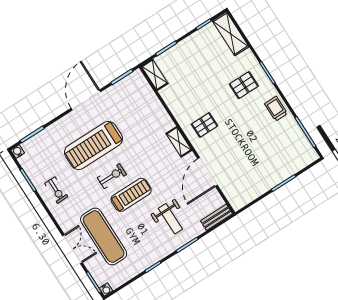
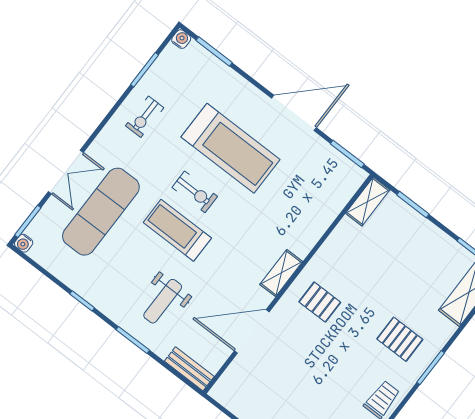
treadmill: (93, 145) -> (230, 148), turned 180
treadmill: (131, 195) -> (177, 230), turned 180

